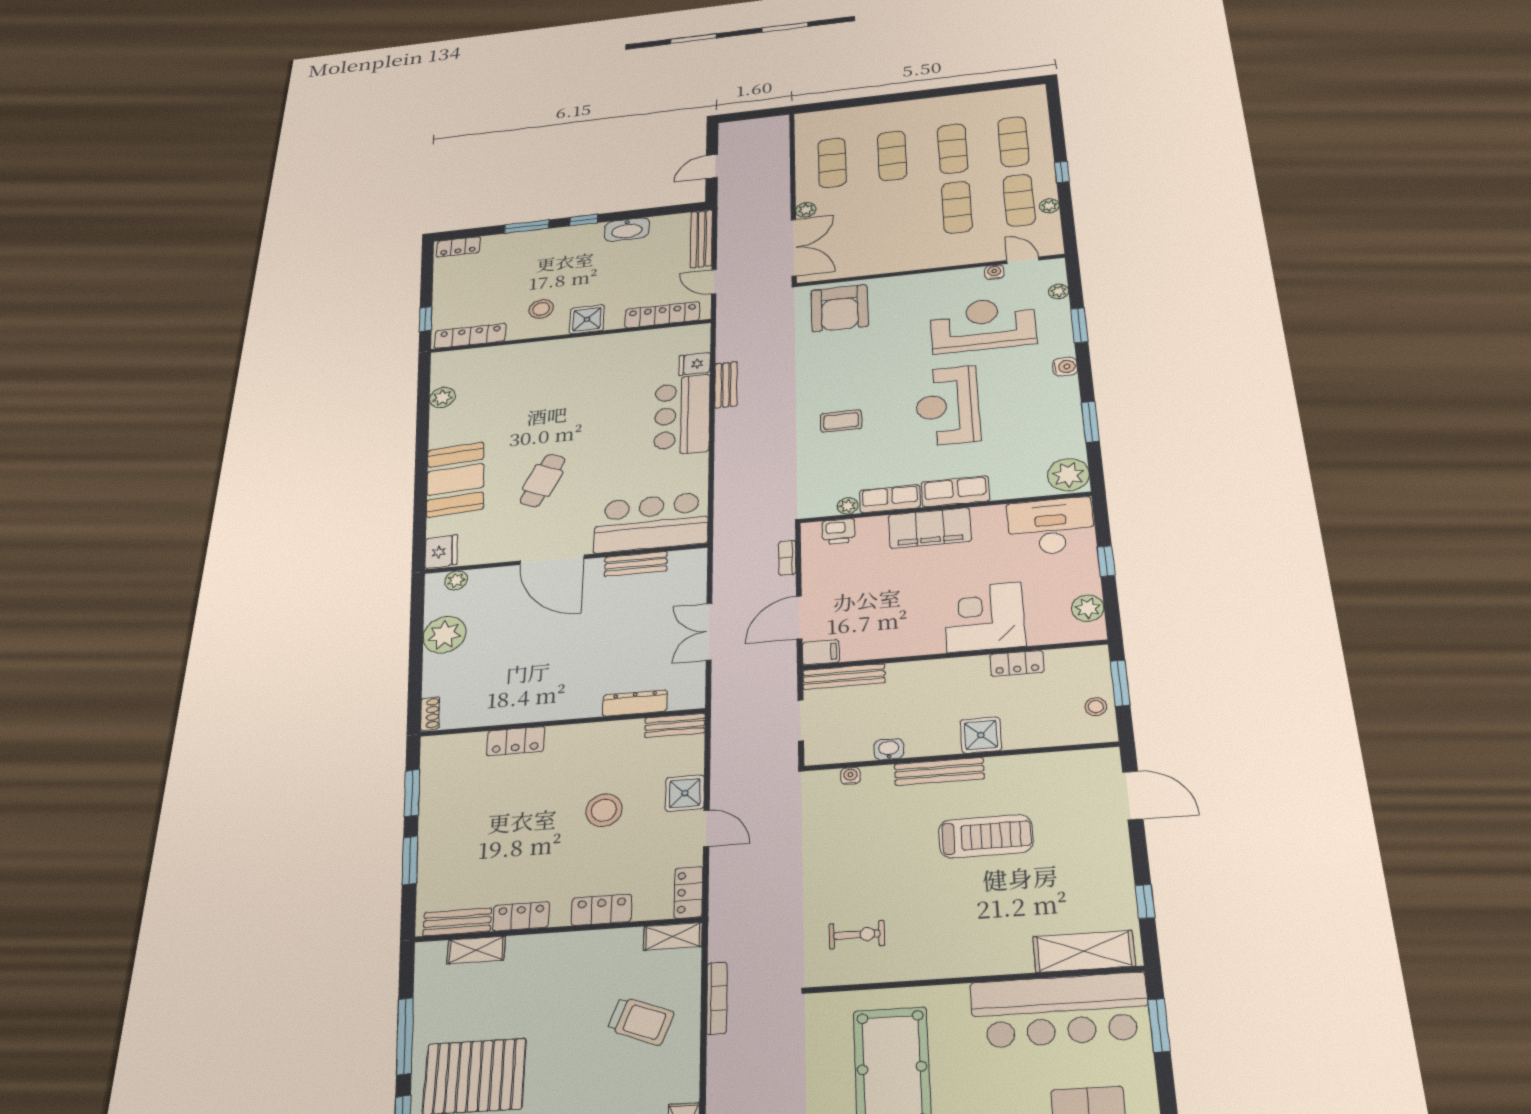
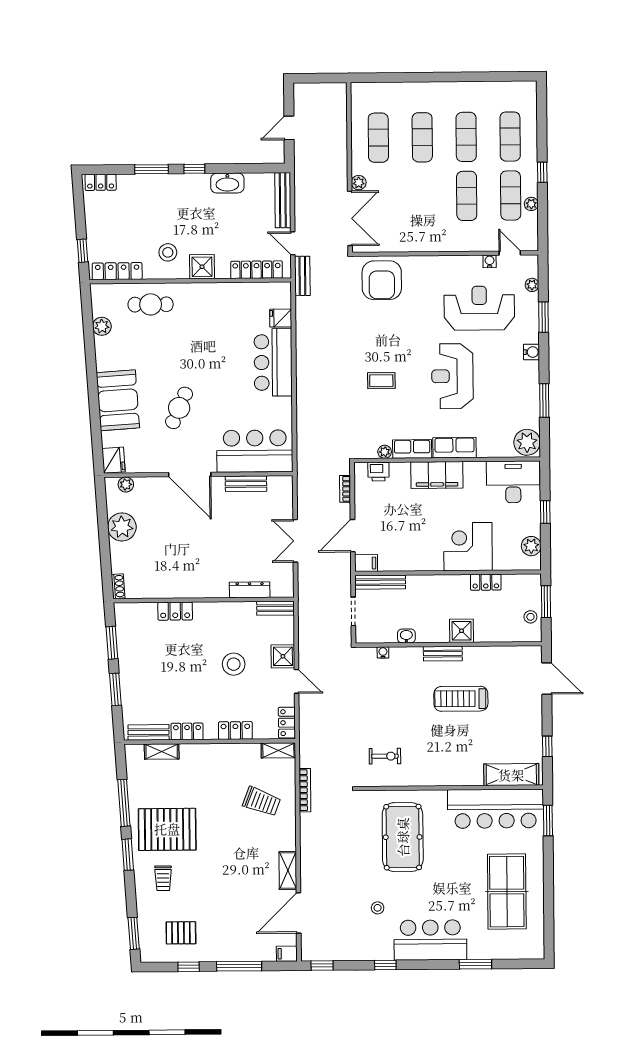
cafe table: (512, 367) -> (151, 304), added
bench: (726, 385) -> (302, 276), moved
bench: (939, 771) -> (443, 654), width x0.73
treadmill: (986, 836) -> (461, 699), turned 180

